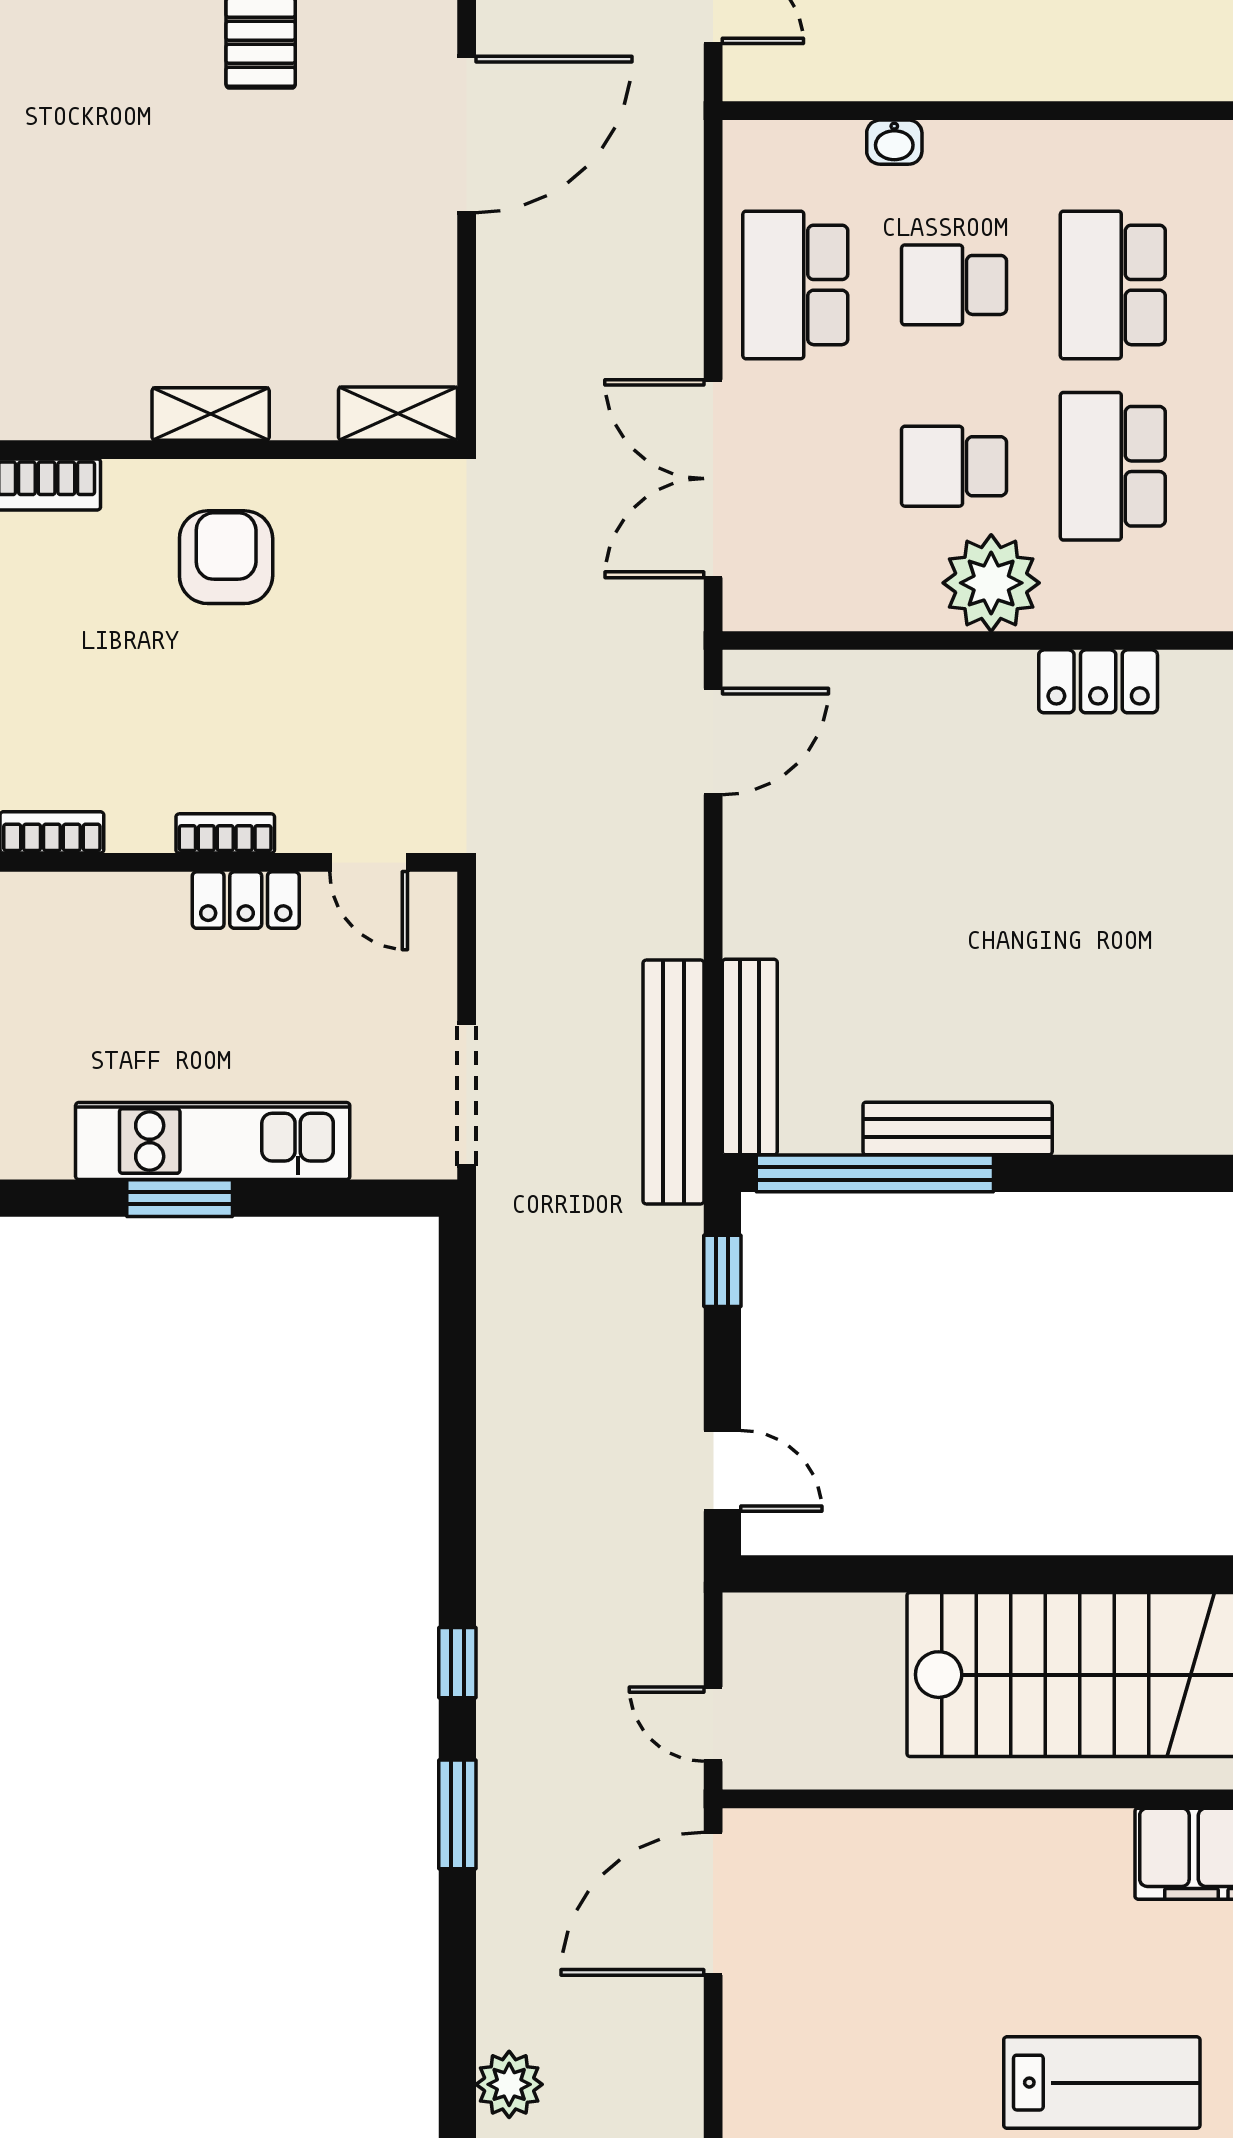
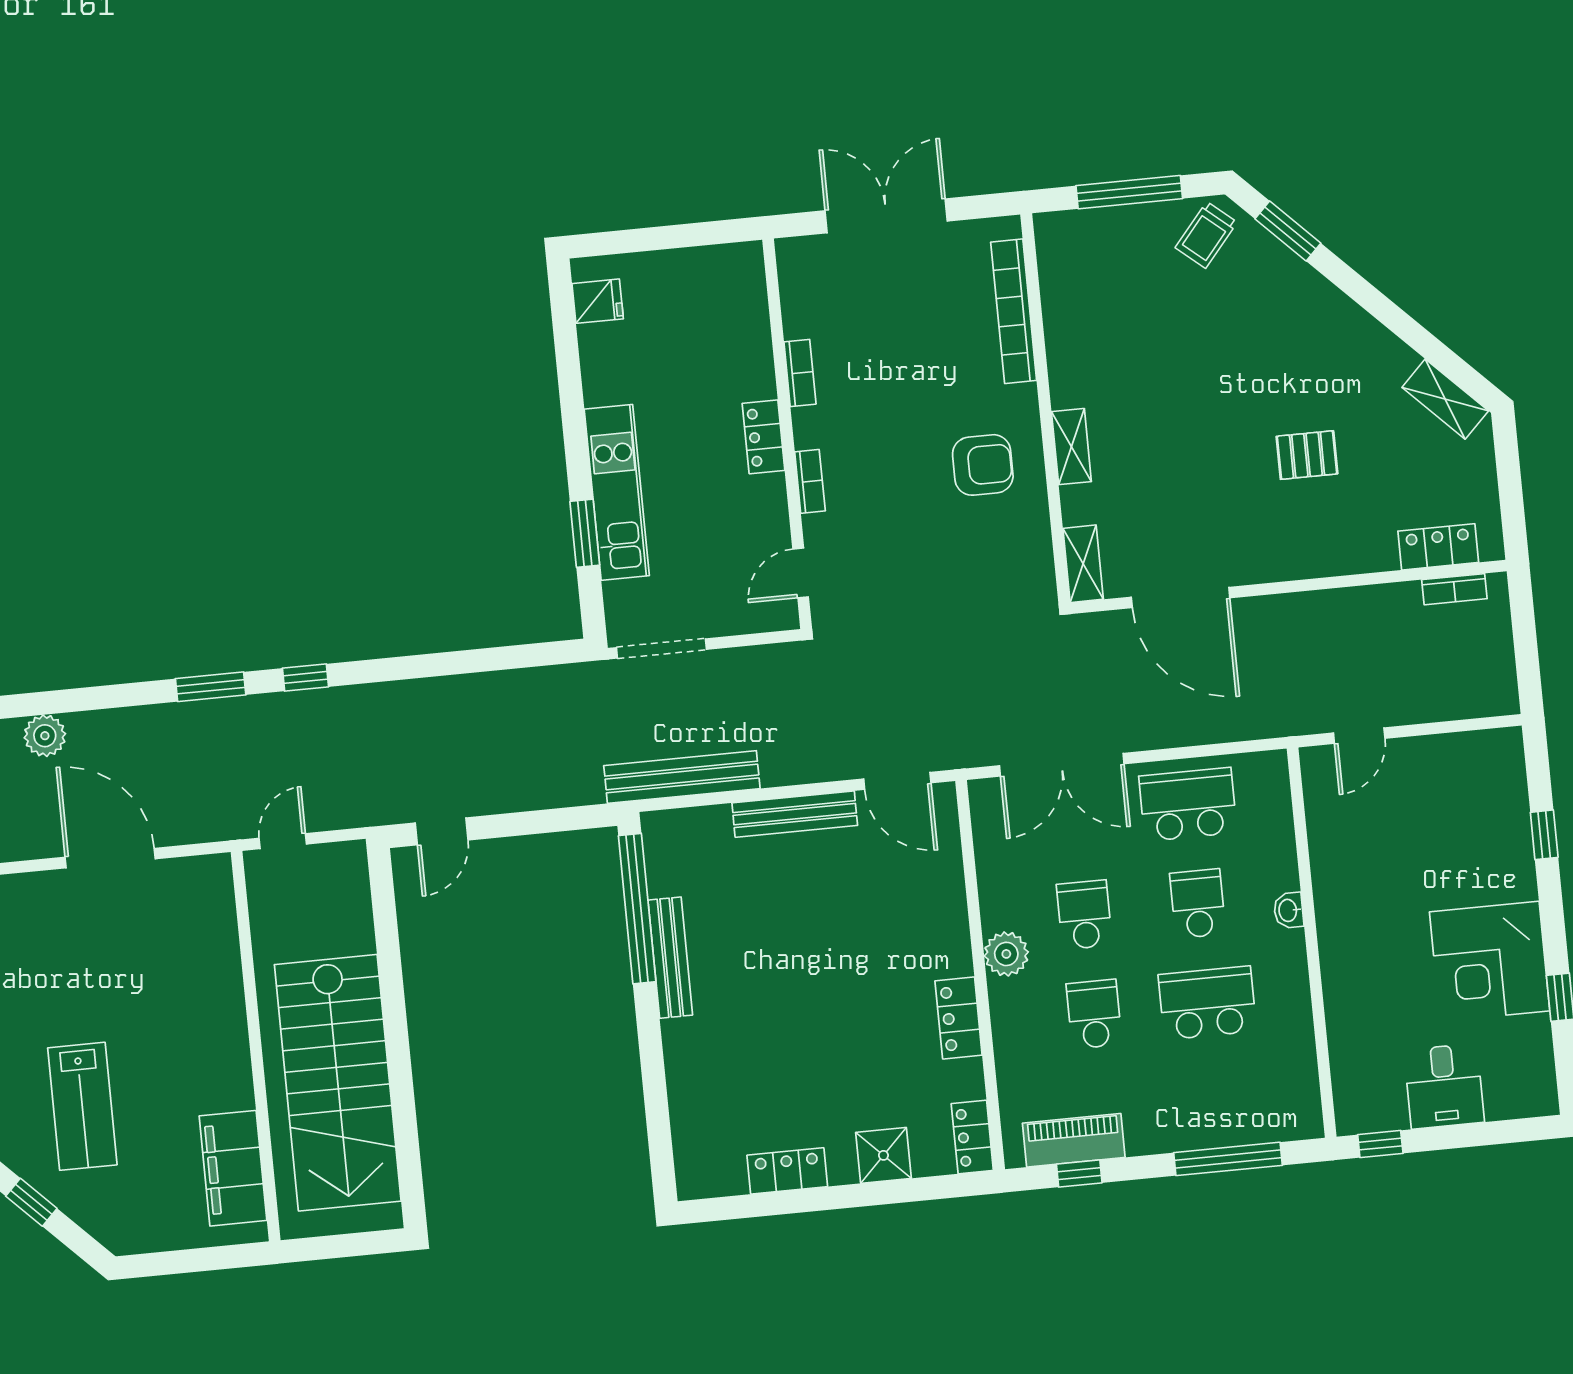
door: (467, 135) -> (1181, 598), moved
washbasin: (894, 142) -> (1289, 910), moved
school desk: (1113, 466) -> (1094, 1014), width x0.54
double door: (713, 479) -> (1062, 765), swing flipped
plant: (991, 583) -> (1006, 954), width x0.73, depth x0.73
locker: (246, 900) -> (763, 437), moved
bench: (750, 1057) -> (795, 814), moved
window: (180, 1198) -> (585, 533), moved
window: (722, 1271) -> (567, 819), removed
door: (713, 1904) -> (110, 858), moved

